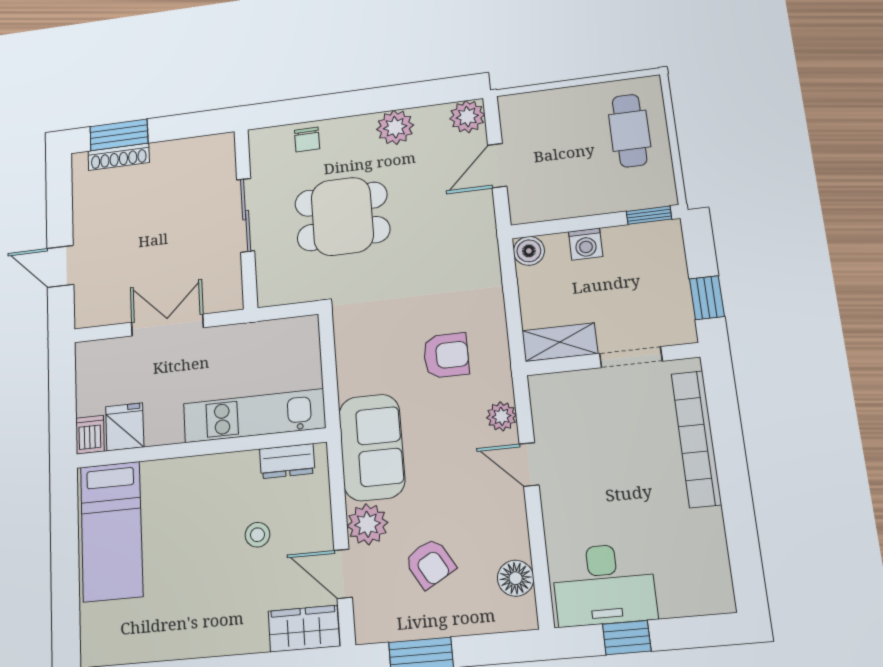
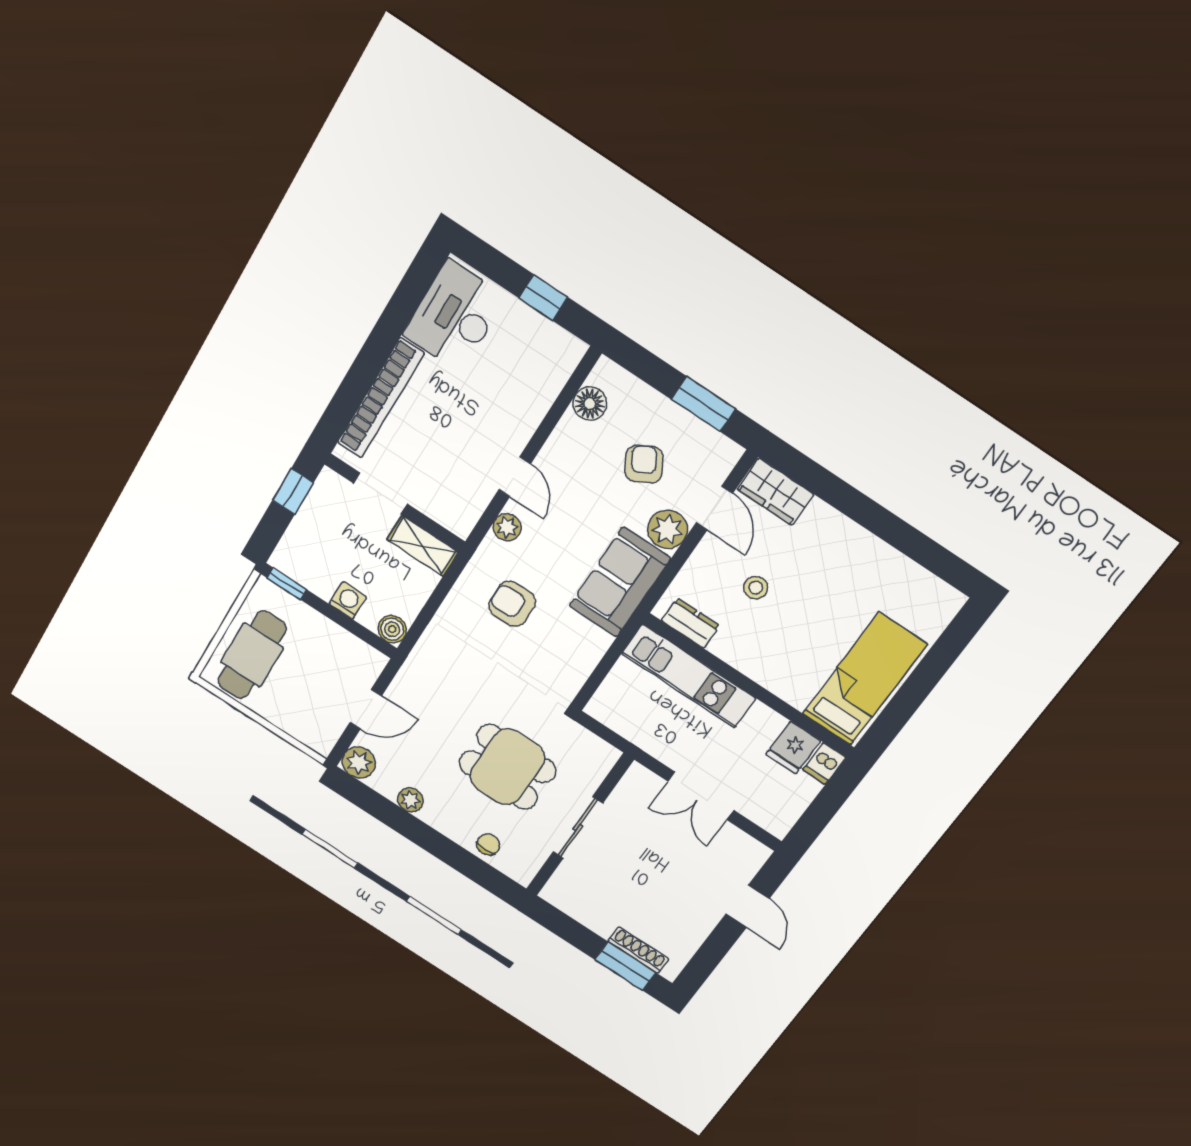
plant: (395, 127) -> (410, 800), width x0.73, depth x0.73
cafe table: (630, 131) -> (252, 655), width x1.37, depth x1.35
desk: (604, 585) -> (455, 316), moved, turned -90

